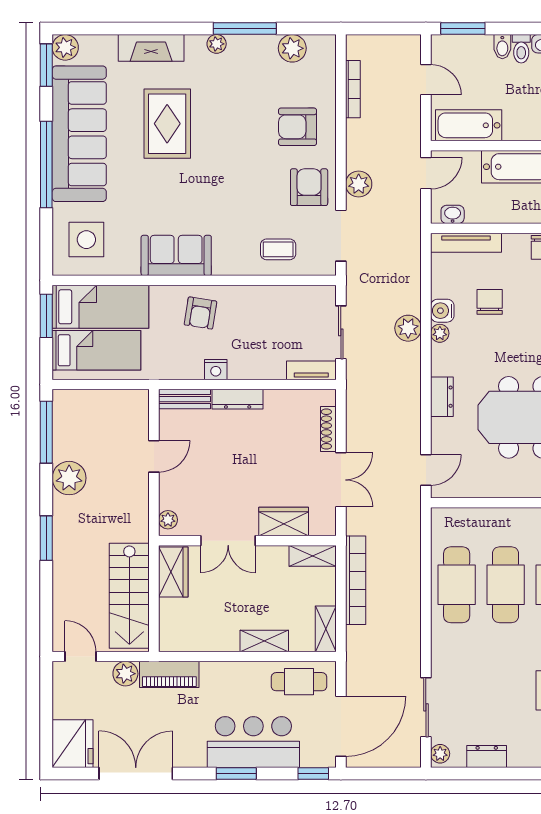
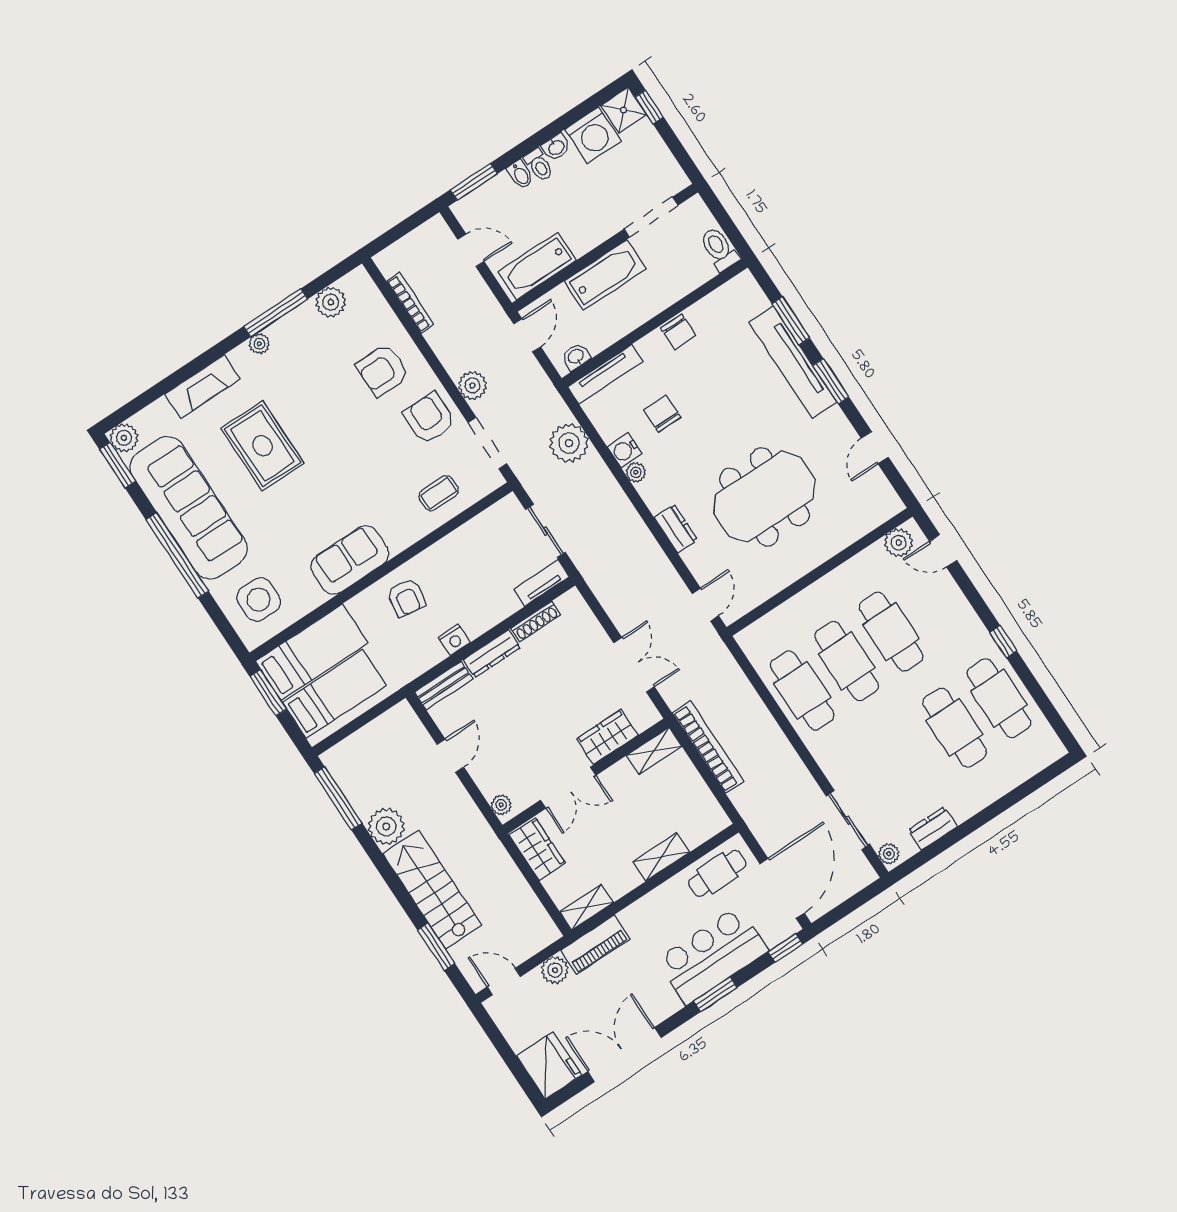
plant: (408, 328) -> (569, 443), moved, width x1.36, depth x1.36
shoe rack: (328, 429) -> (536, 622), moved, turned -90
window: (46, 538) -> (436, 947), moved
stairs: (129, 596) -> (432, 889), moved, turned 180
shelving: (326, 629) -> (587, 907), moved, turned 90

